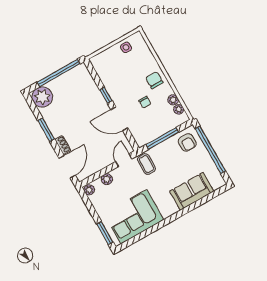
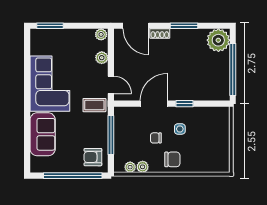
side table: (126, 47) -> (180, 129), moved
corner sofa: (134, 217) -> (50, 84), moved

